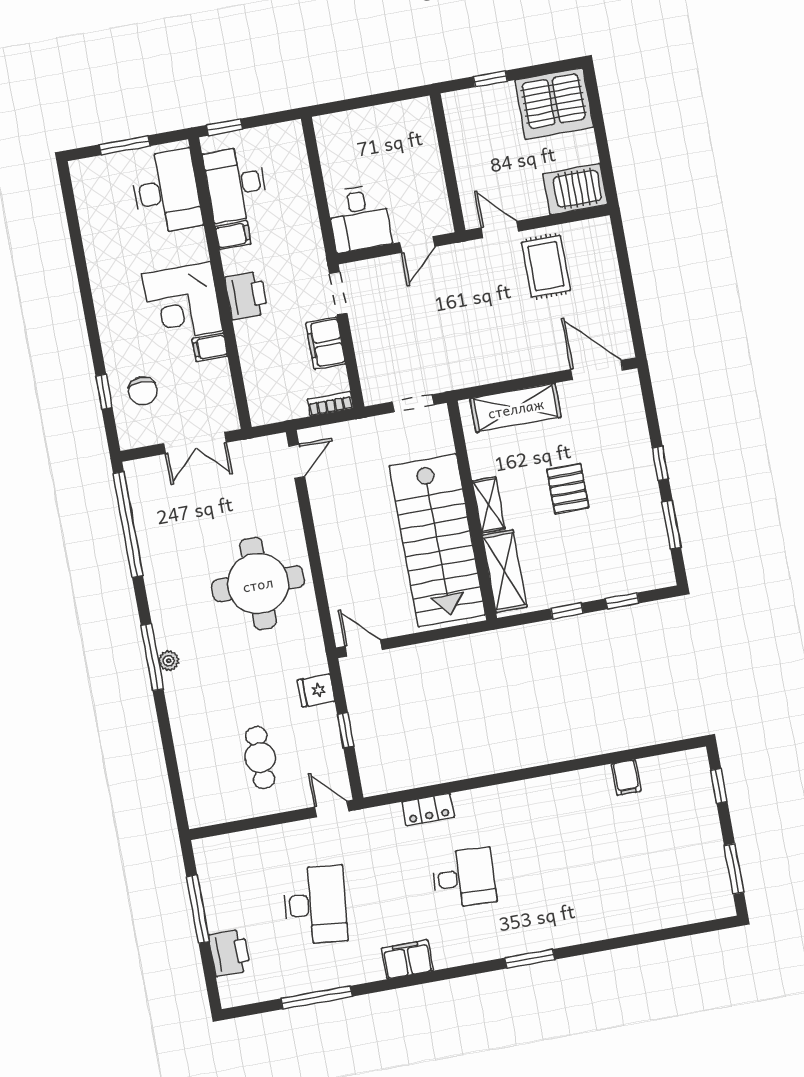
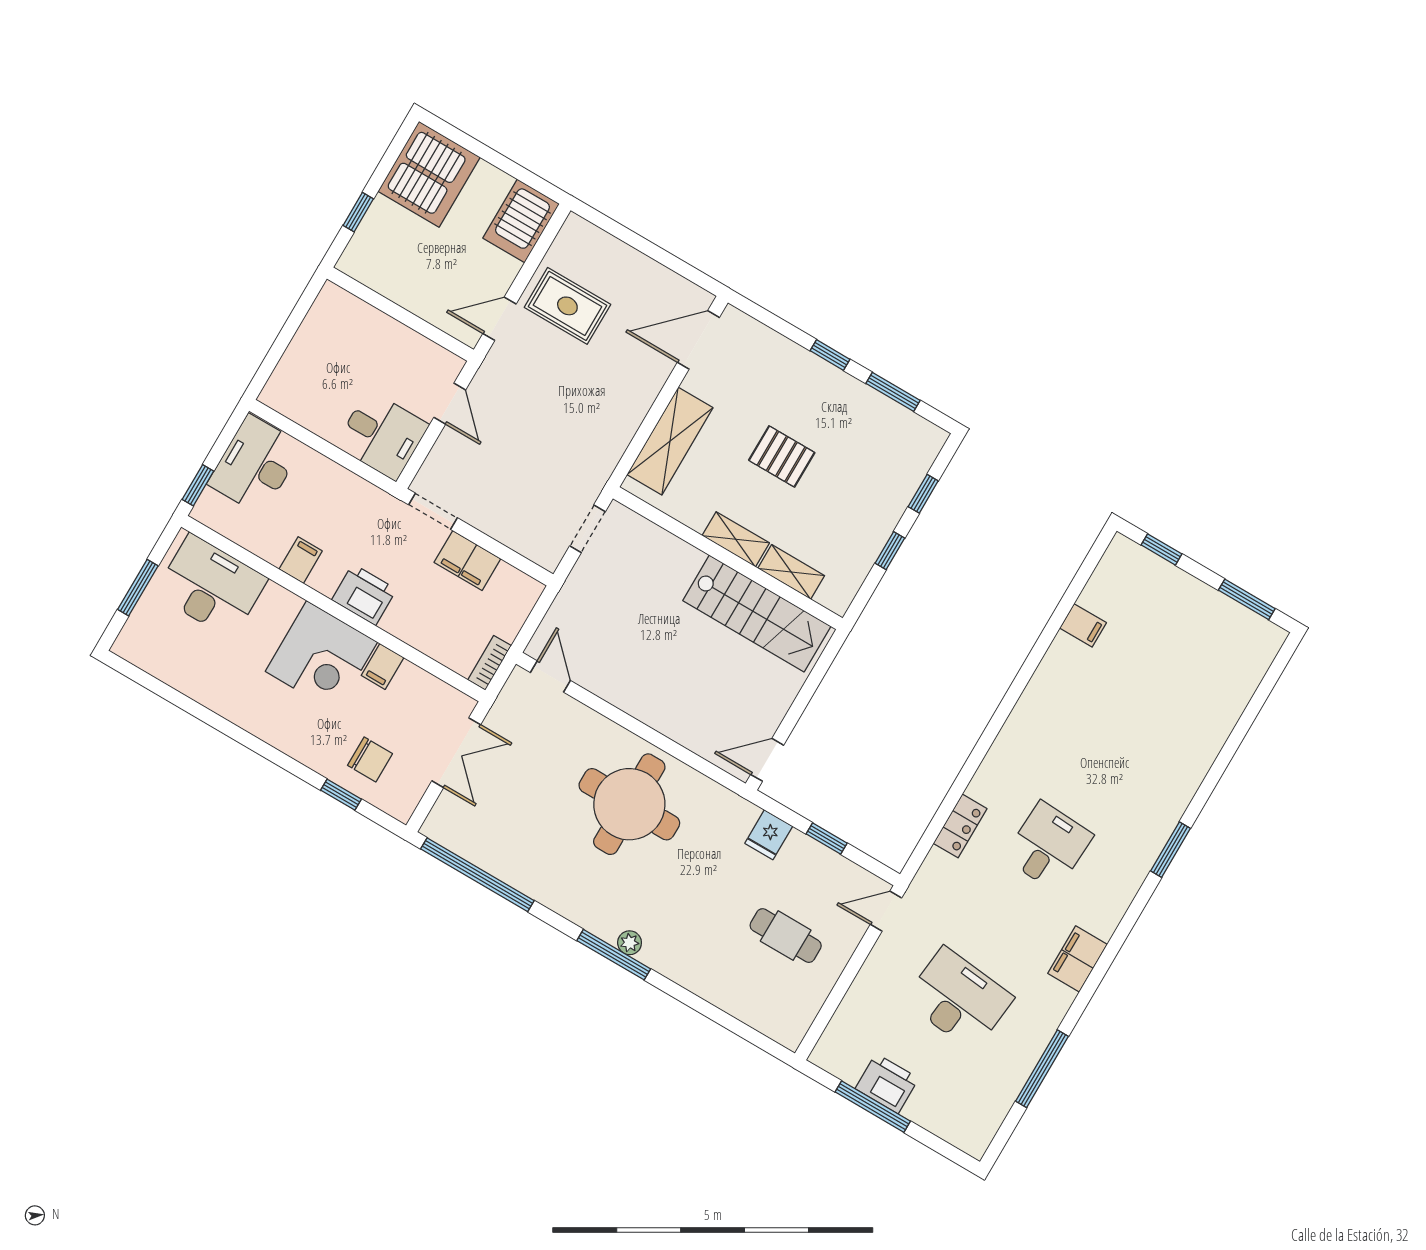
desk: (236, 184) -> (255, 465), moved, turned 90
bookcase: (330, 404) -> (490, 663), moved
stairs: (437, 540) -> (757, 613), width x0.73, depth x0.66
shelving: (505, 571) -> (791, 572), width x0.67, depth x0.75
printer: (229, 953) -> (887, 1083), moved

